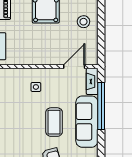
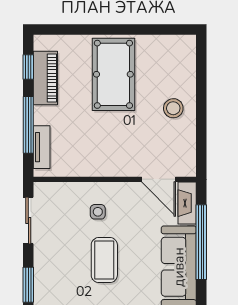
door: (74, 67) -> (159, 179), swing flipped
coffee table: (54, 122) -> (104, 260), moved

